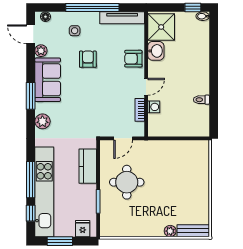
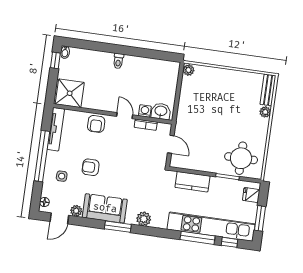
washbasin: (156, 51) -> (161, 111), moved
toilet: (201, 100) -> (118, 61), moved
plant: (202, 146) -> (189, 70), added
round table: (127, 182) -> (241, 158), moved

